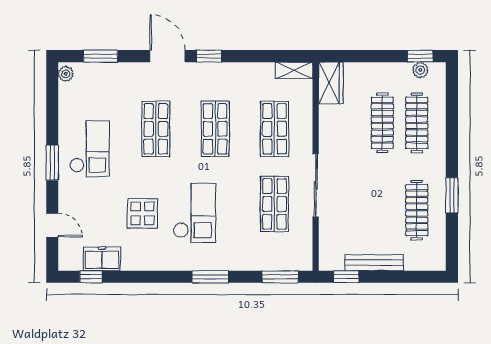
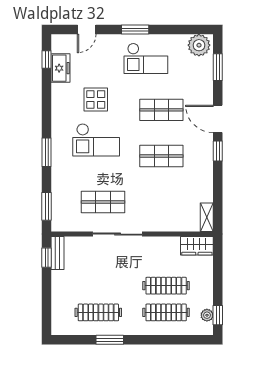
door: (167, 56) -> (218, 119), swing flipped
plant: (66, 74) -> (199, 45), width x1.88, depth x1.88
shop shelf: (274, 129) -> (161, 202), removed
bench: (374, 263) -> (58, 253), moved, width x0.73

